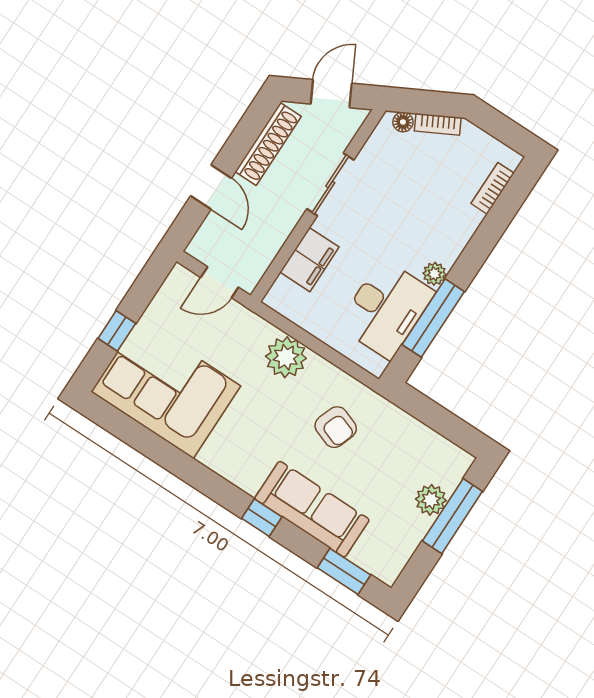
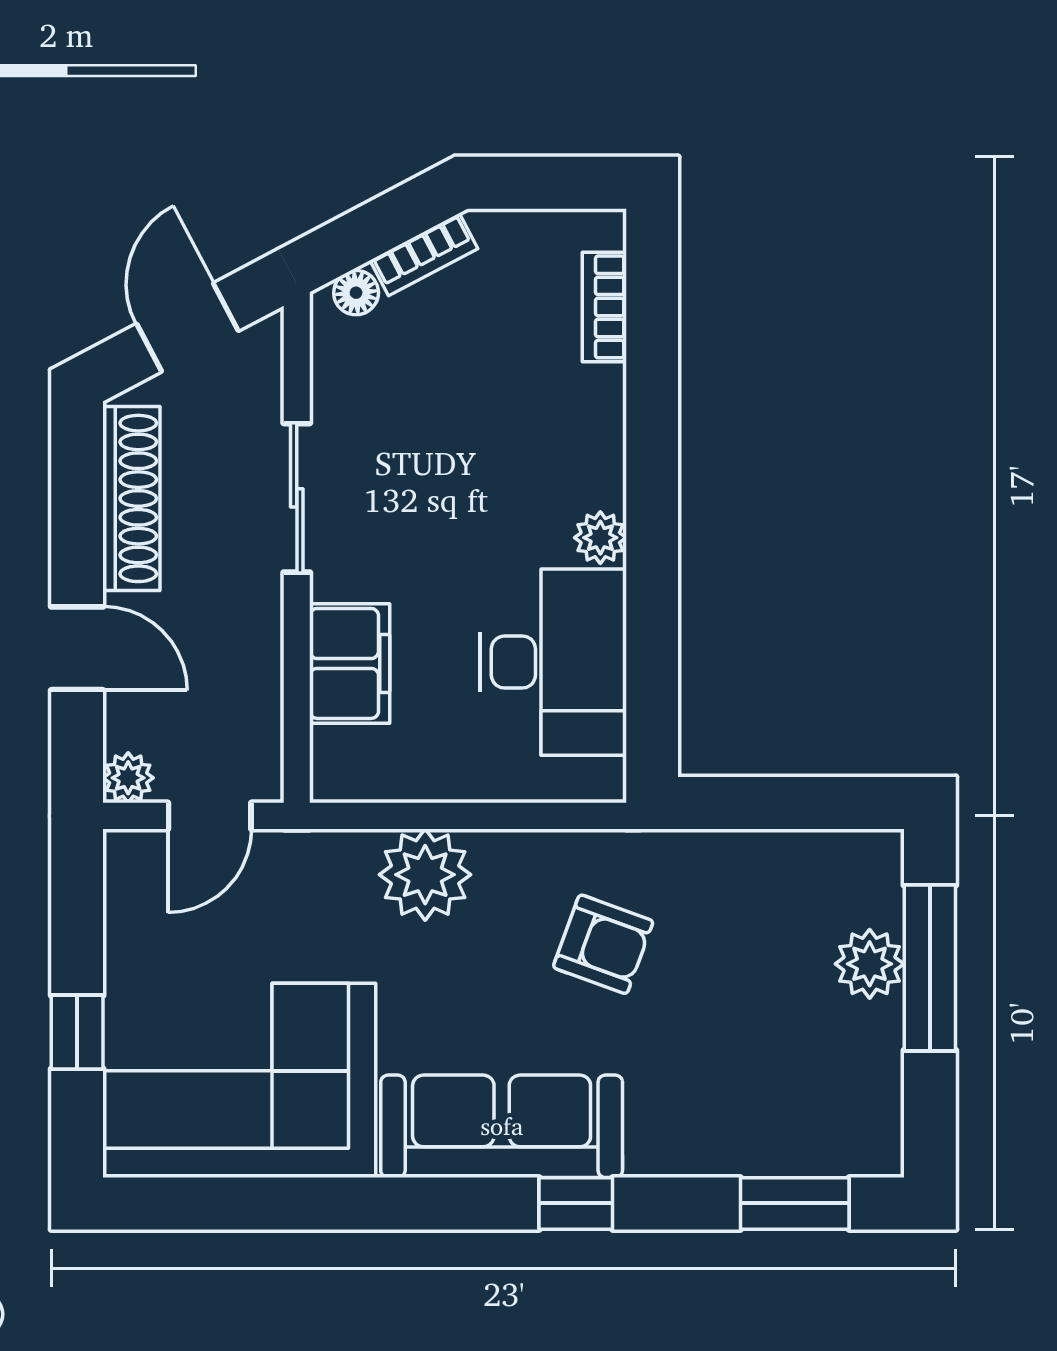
plant: (198, 248) -> (128, 778), added
window: (433, 318) -> (652, 621), removed
sofa: (312, 509) -> (502, 1126), moved

